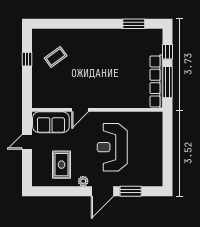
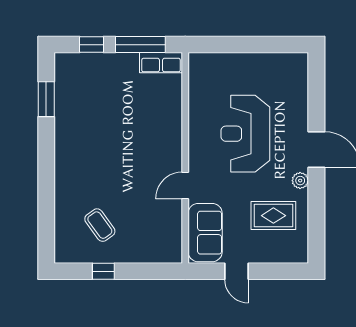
row of seats: (156, 81) -> (161, 63), width x0.50
door: (80, 110) -> (185, 185), swing flipped
reception desk: (112, 147) -> (245, 134), turned 90
window: (131, 191) -> (316, 104), removed

